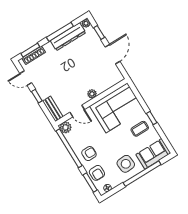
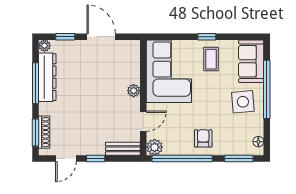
armchair: (97, 173) -> (232, 143), removed

